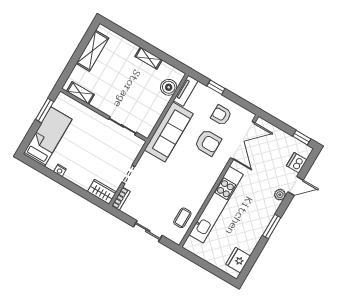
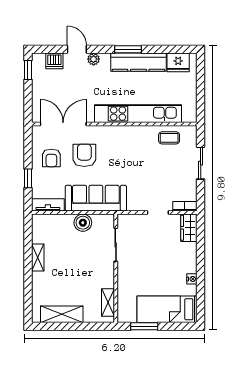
boiler: (169, 87) -> (83, 223), moved
kitchen counter: (257, 229) -> (138, 62), added

